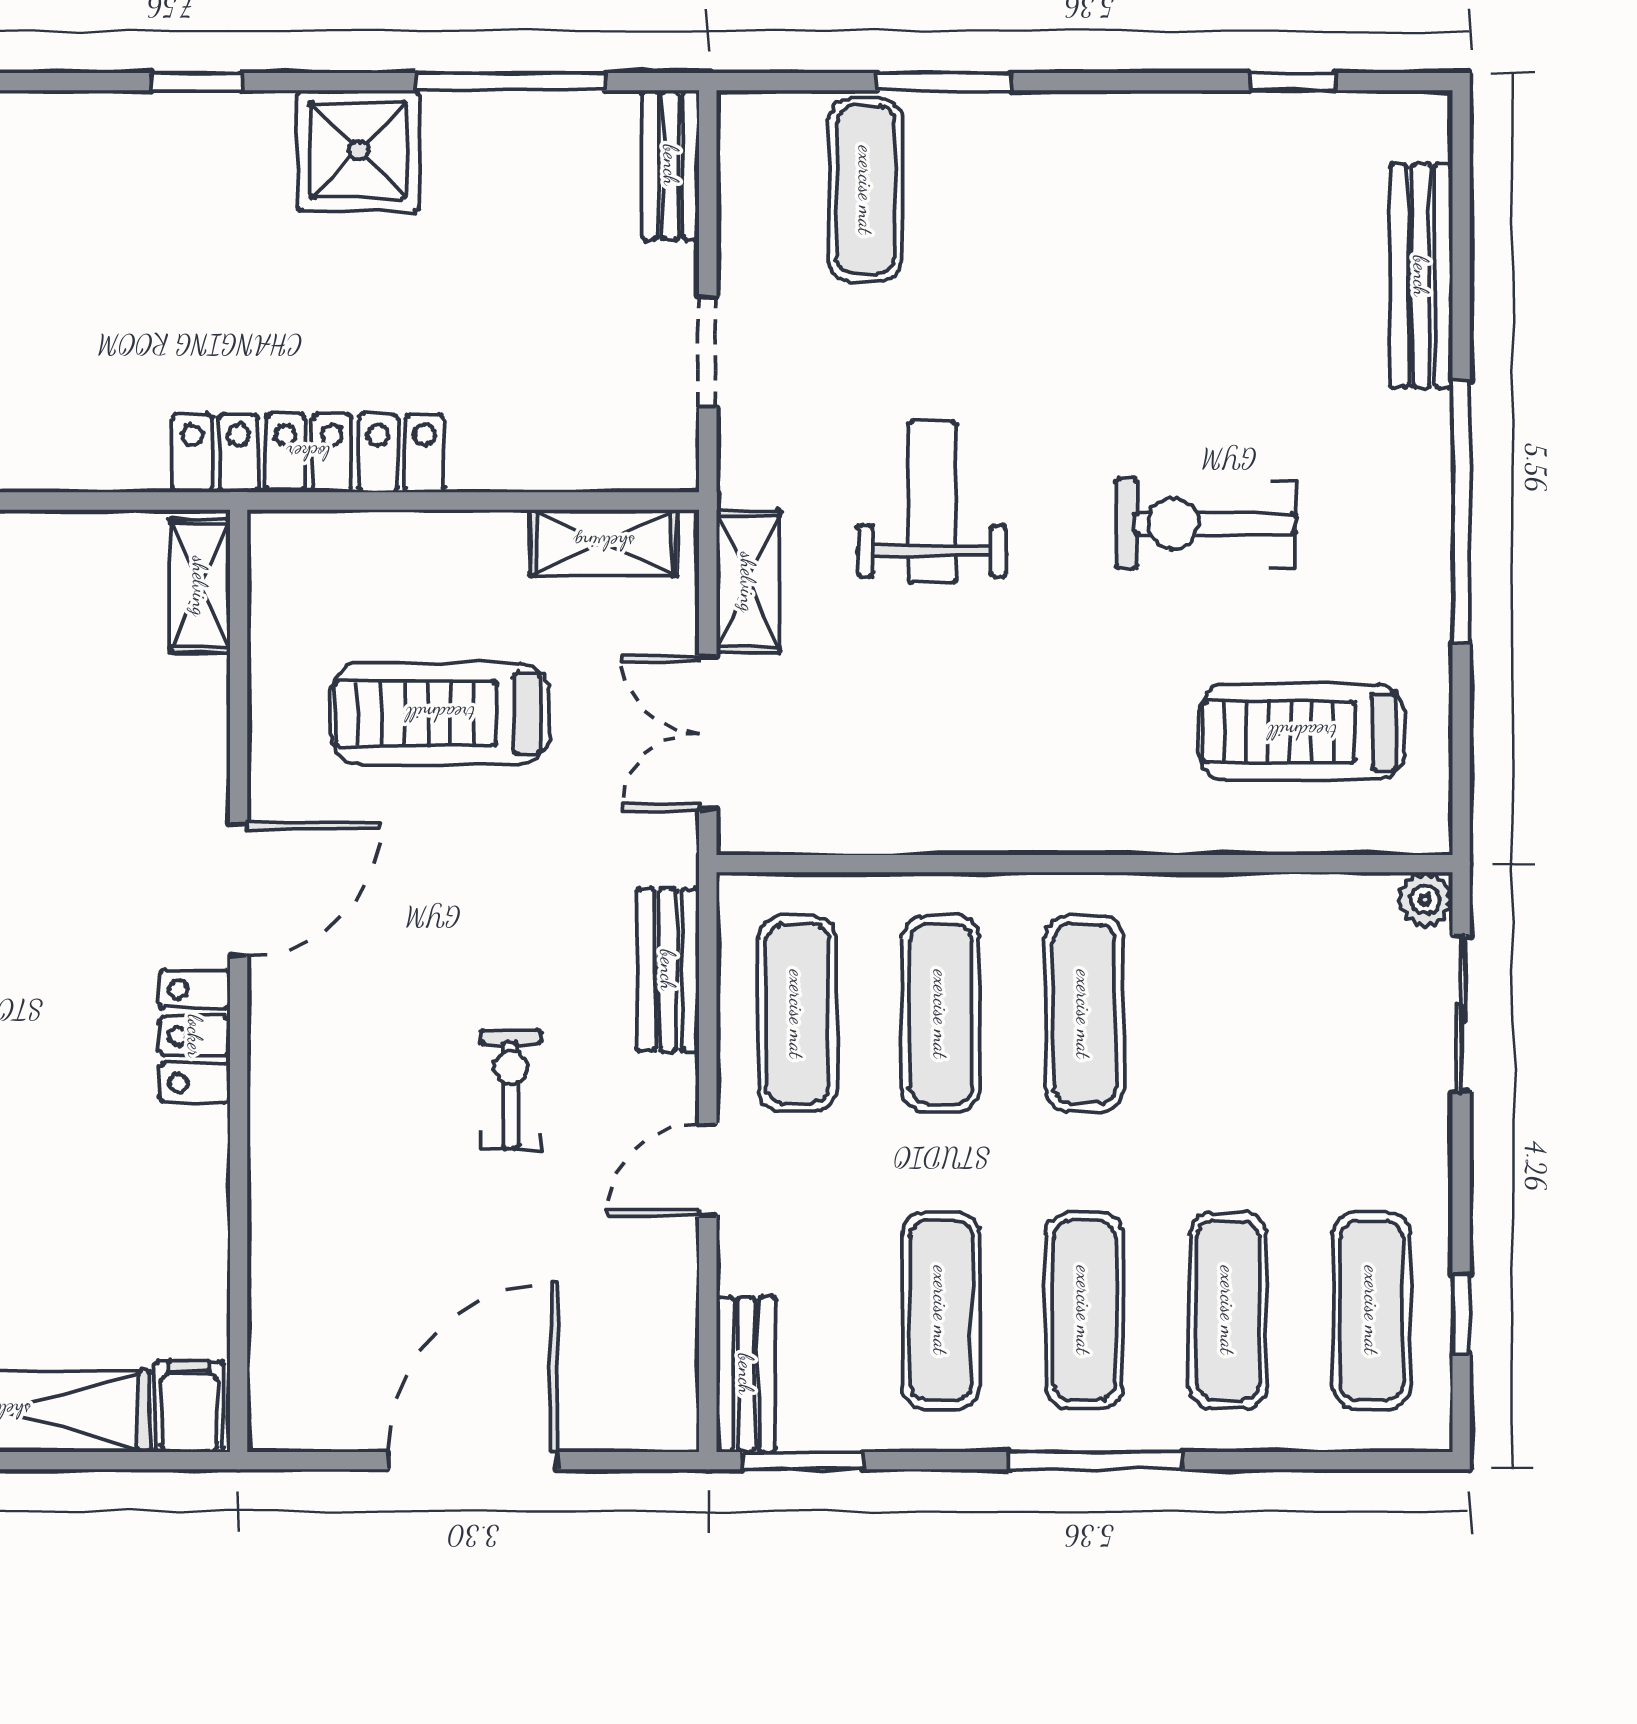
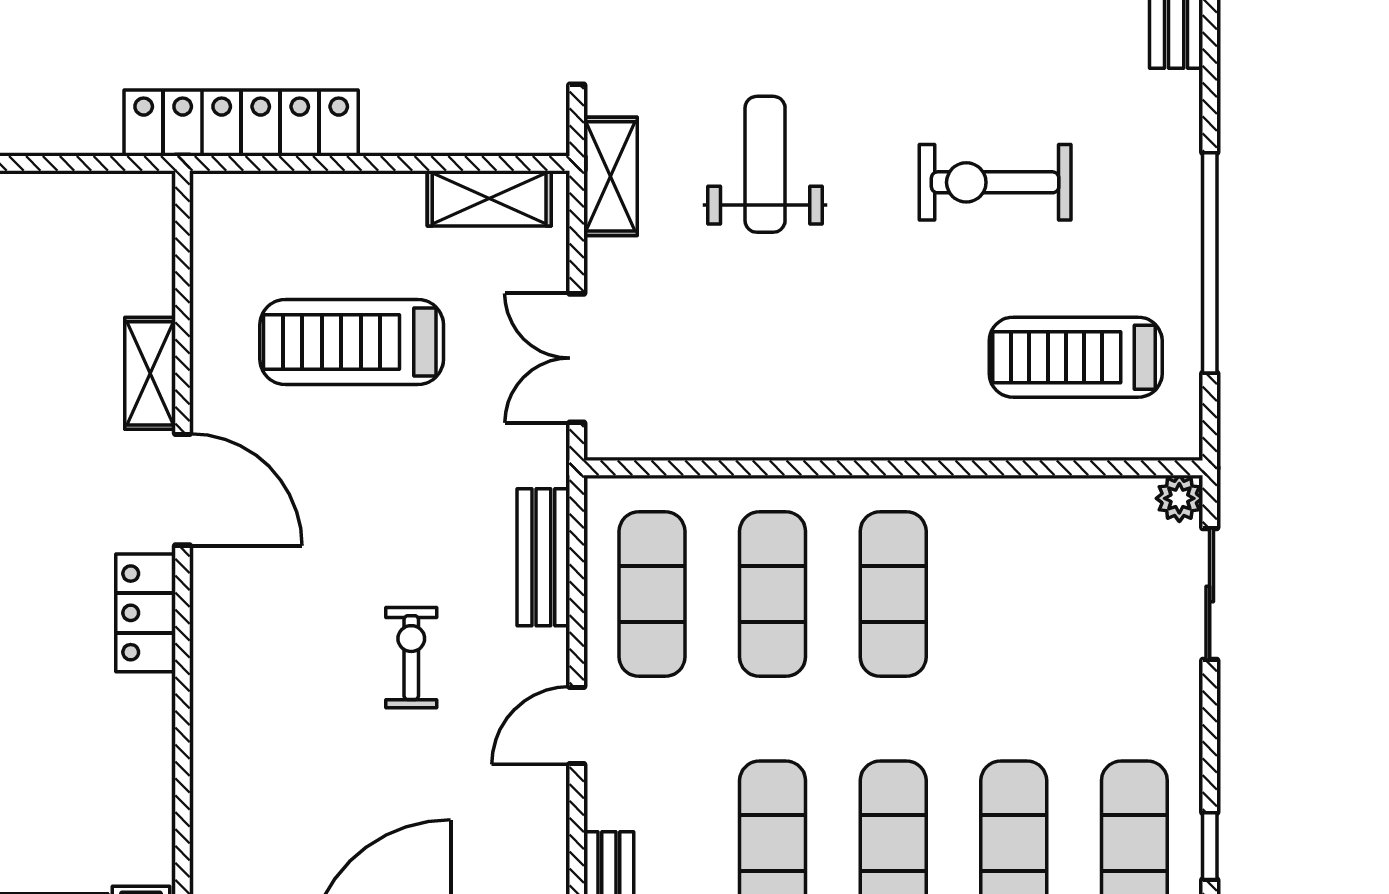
window: (1461, 511) -> (1210, 263), moved
shelving: (748, 582) -> (610, 176), moved
shelving: (200, 586) -> (150, 373), moved
door: (239, 889) -> (183, 490), hinge flipped

